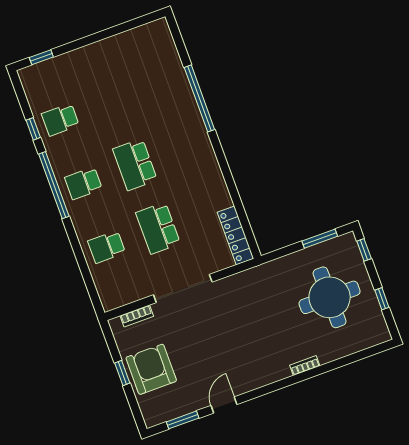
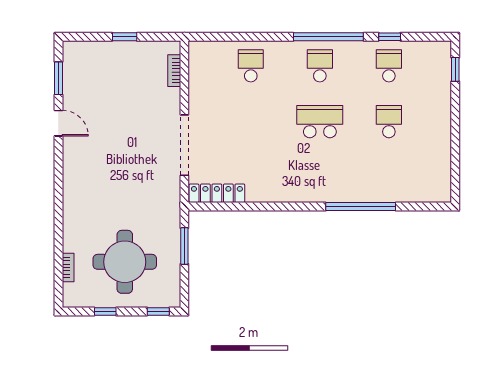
school desk: (158, 228) -> (389, 122), moved, width x0.54
window: (320, 239) -> (184, 246), moved
doorway: (183, 288) -> (184, 145), moved
bookcase: (305, 366) -> (68, 267), moved
armchair: (151, 369) -> (118, 66), removed

